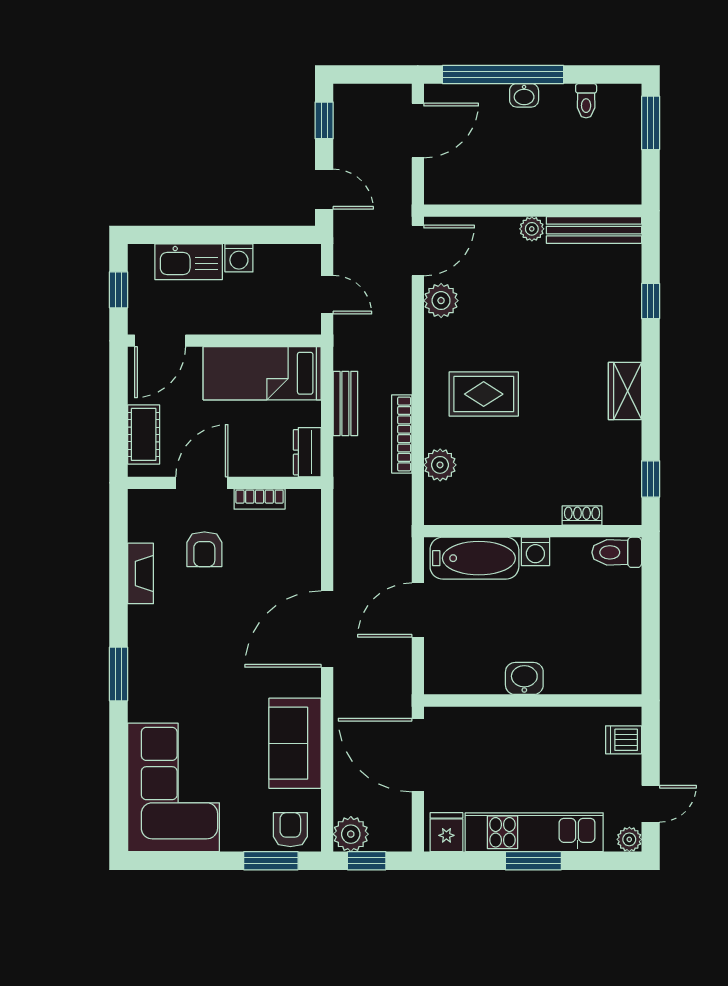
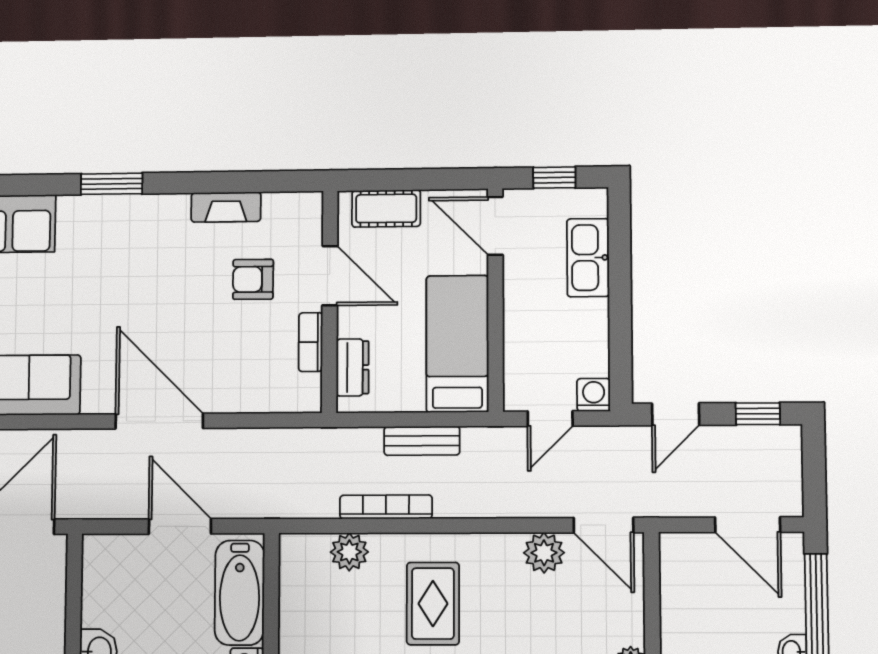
washing machine: (239, 258) -> (594, 395), moved, turned 90
dresser: (307, 452) -> (353, 367), moved, turned 90

